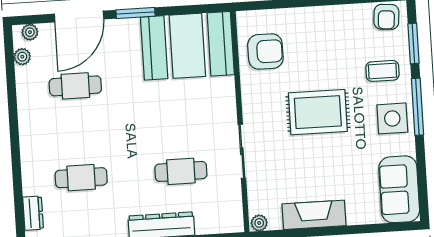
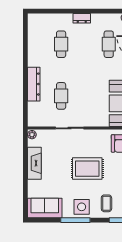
window: (417, 107) -> (75, 220), moved
rug: (318, 112) -> (87, 169), turned 90
dresser: (33, 213) -> (82, 18), moved

